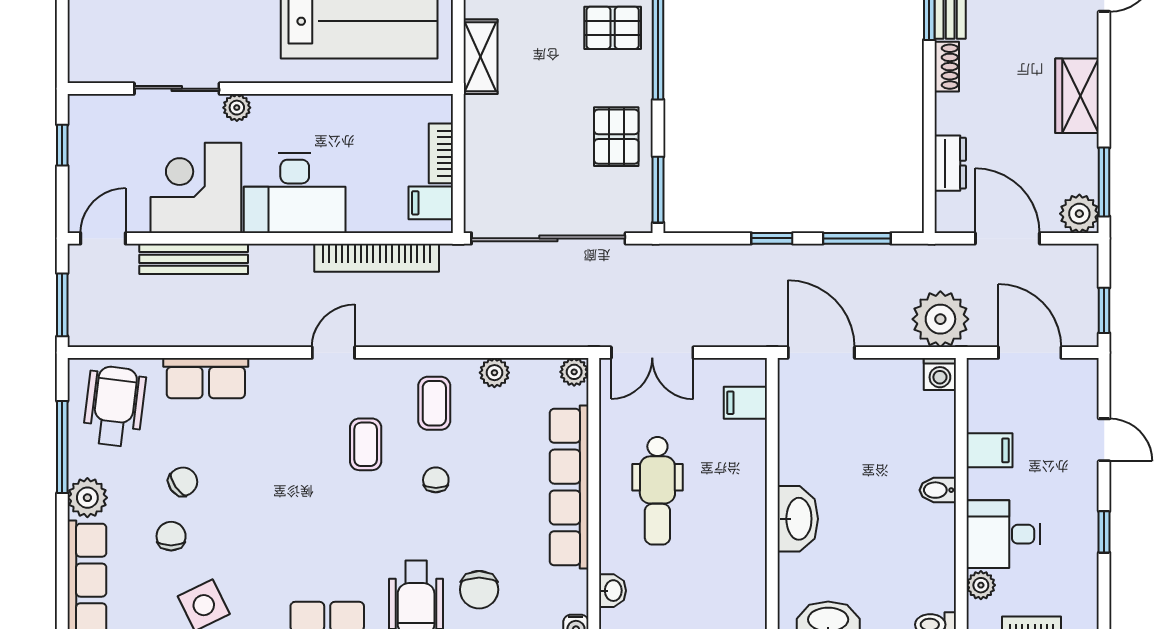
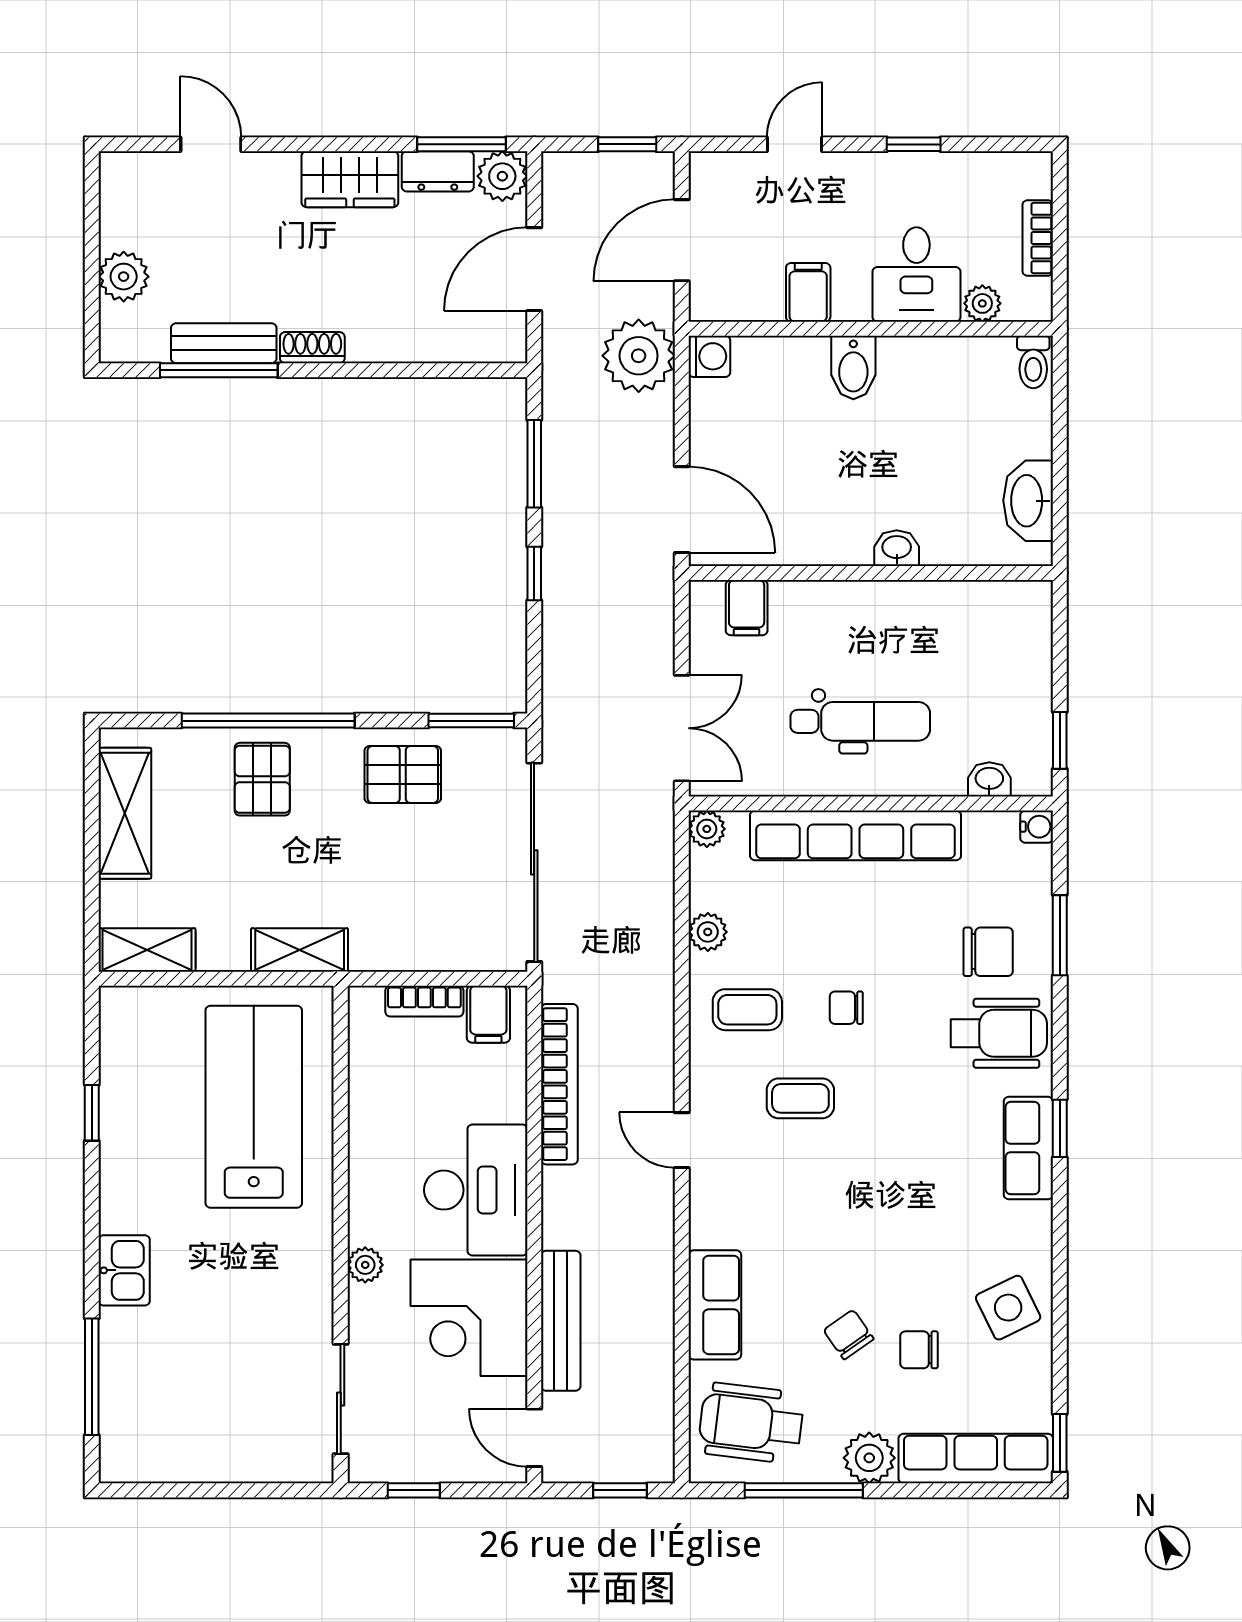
sliding door: (177, 89) -> (341, 1399), moved
dresser: (950, 163) -> (438, 171), moved, turned 180
window: (62, 305) -> (620, 1490), width x0.67
door: (821, 353) -> (682, 510), swing flipped
bidet: (938, 490) -> (853, 367), width x1.38, depth x1.36
washbasin: (798, 519) -> (897, 548), width x0.52, depth x0.69

